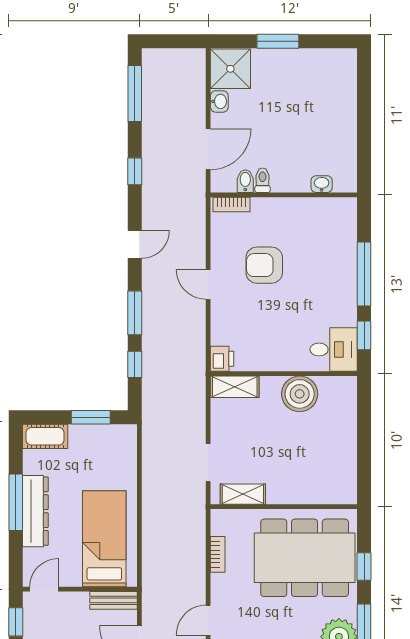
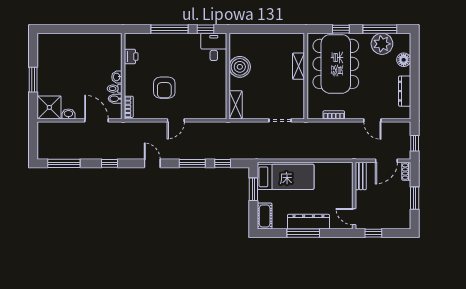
washbasin: (322, 184) -> (117, 77), moved
printer: (222, 359) -> (131, 57), moved, turned 90
shelving: (243, 494) -> (299, 66), moved
bed: (104, 539) -> (286, 177), moved, turned 180

